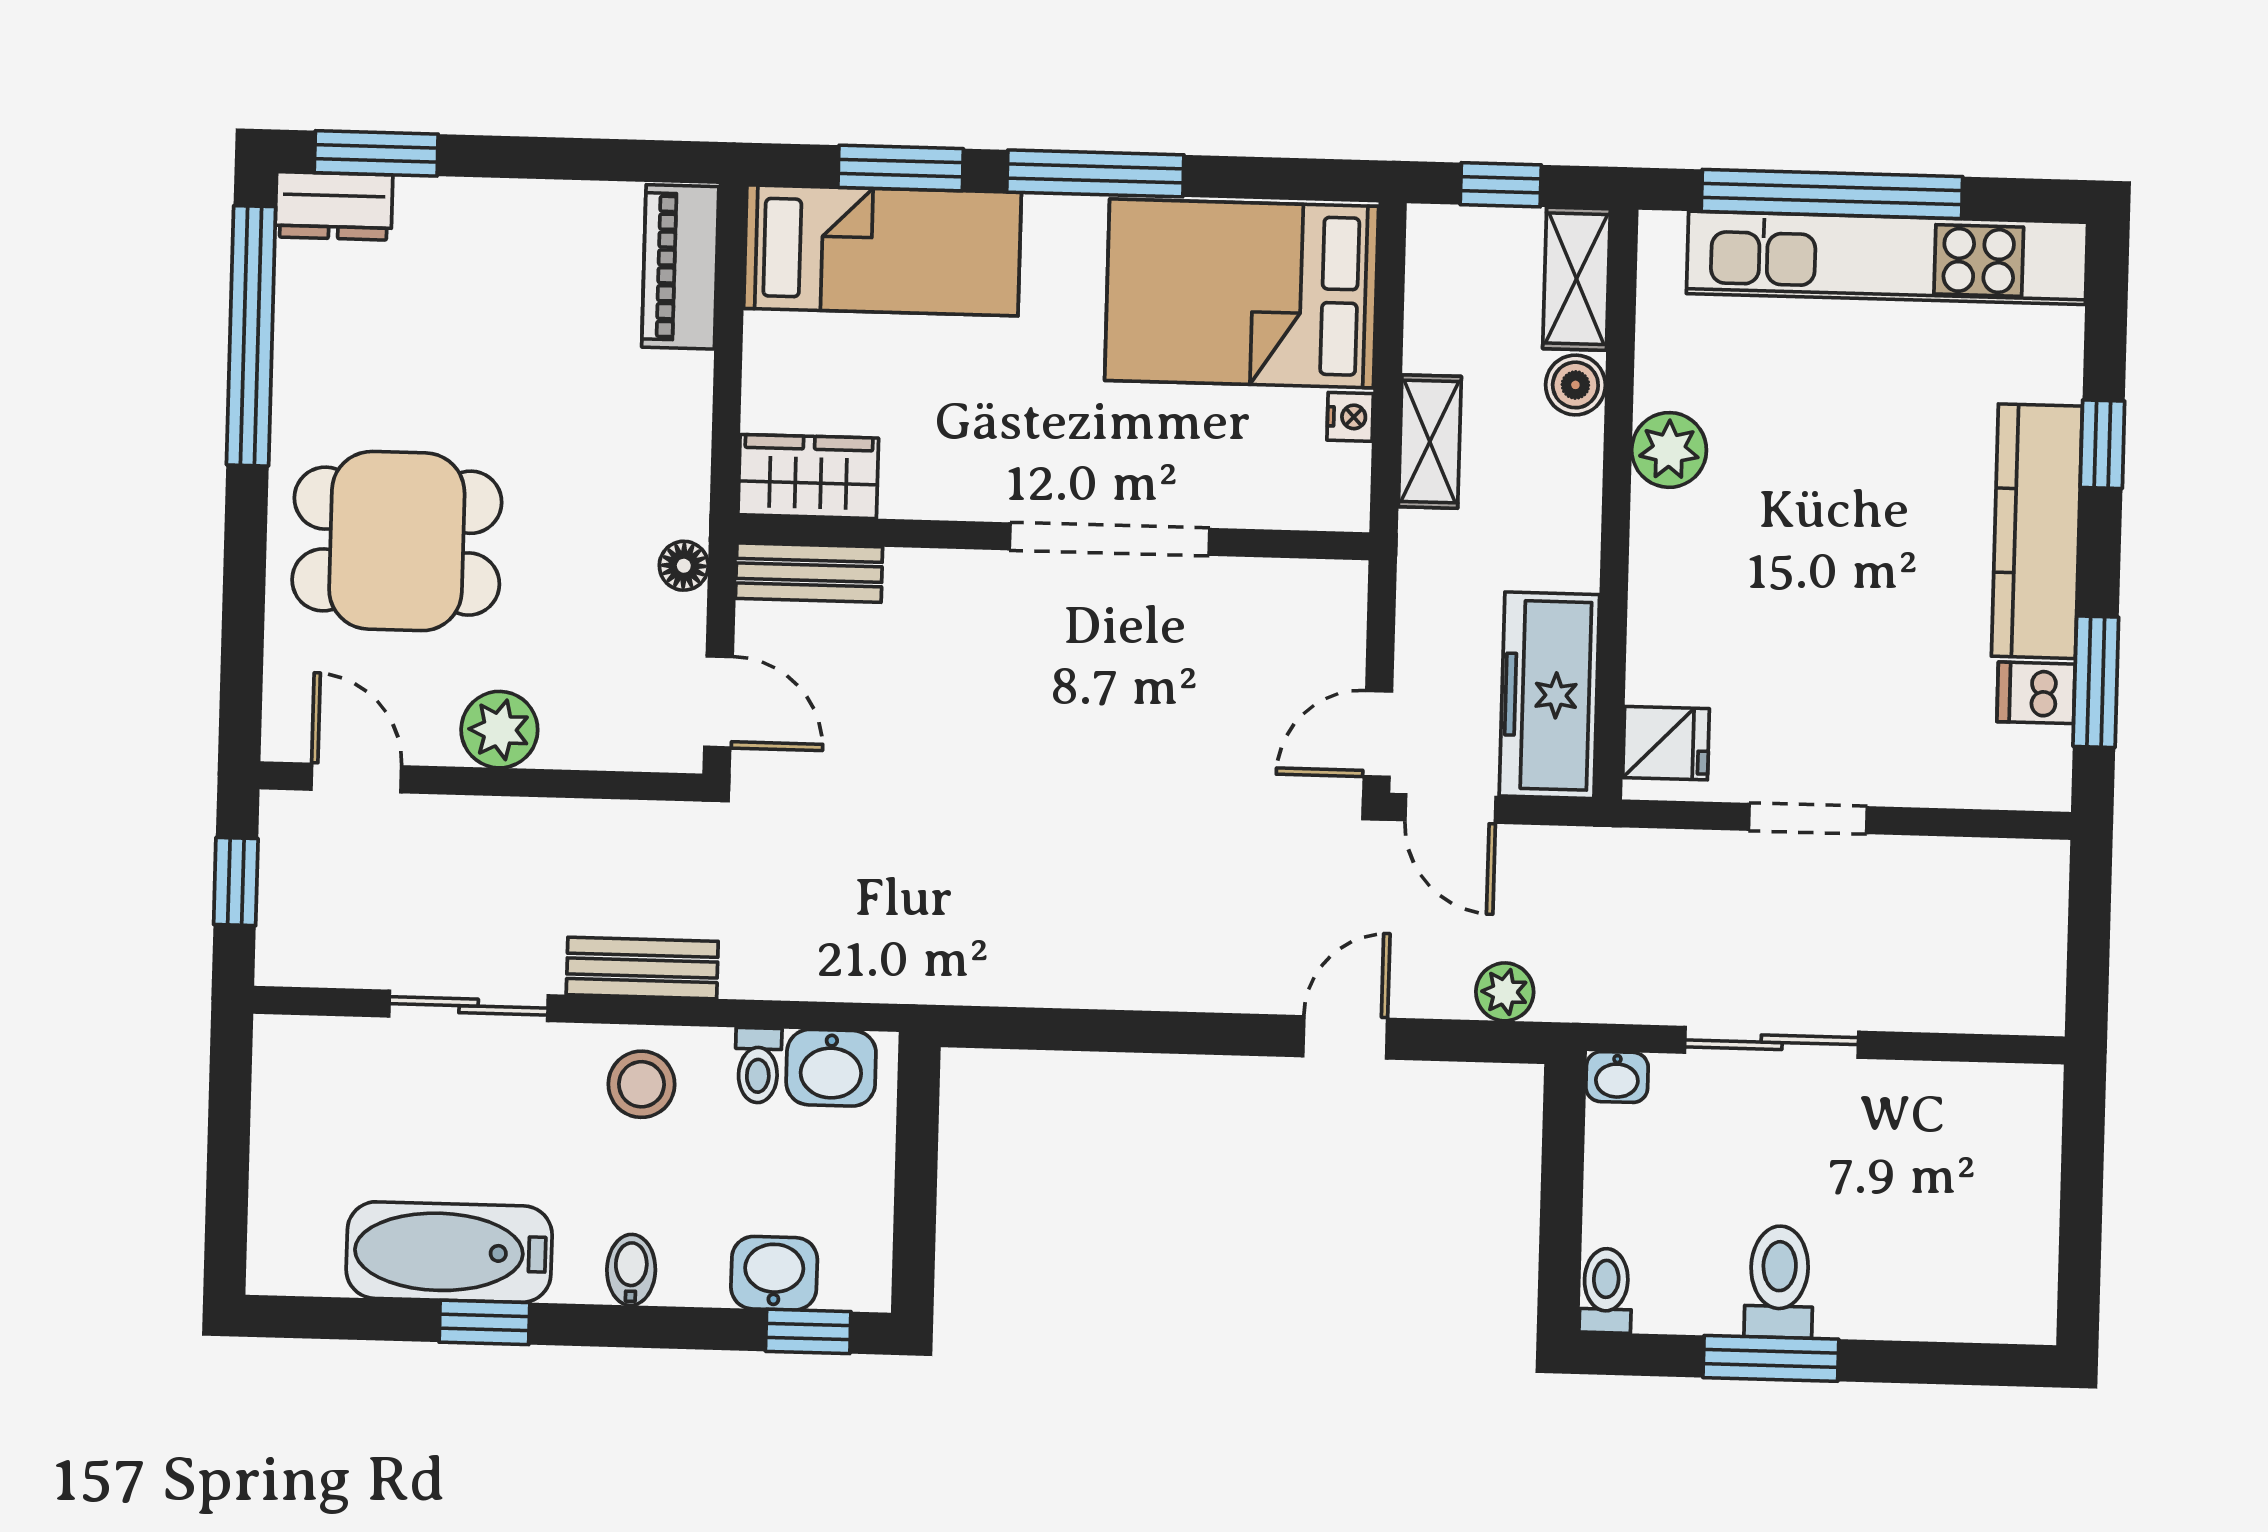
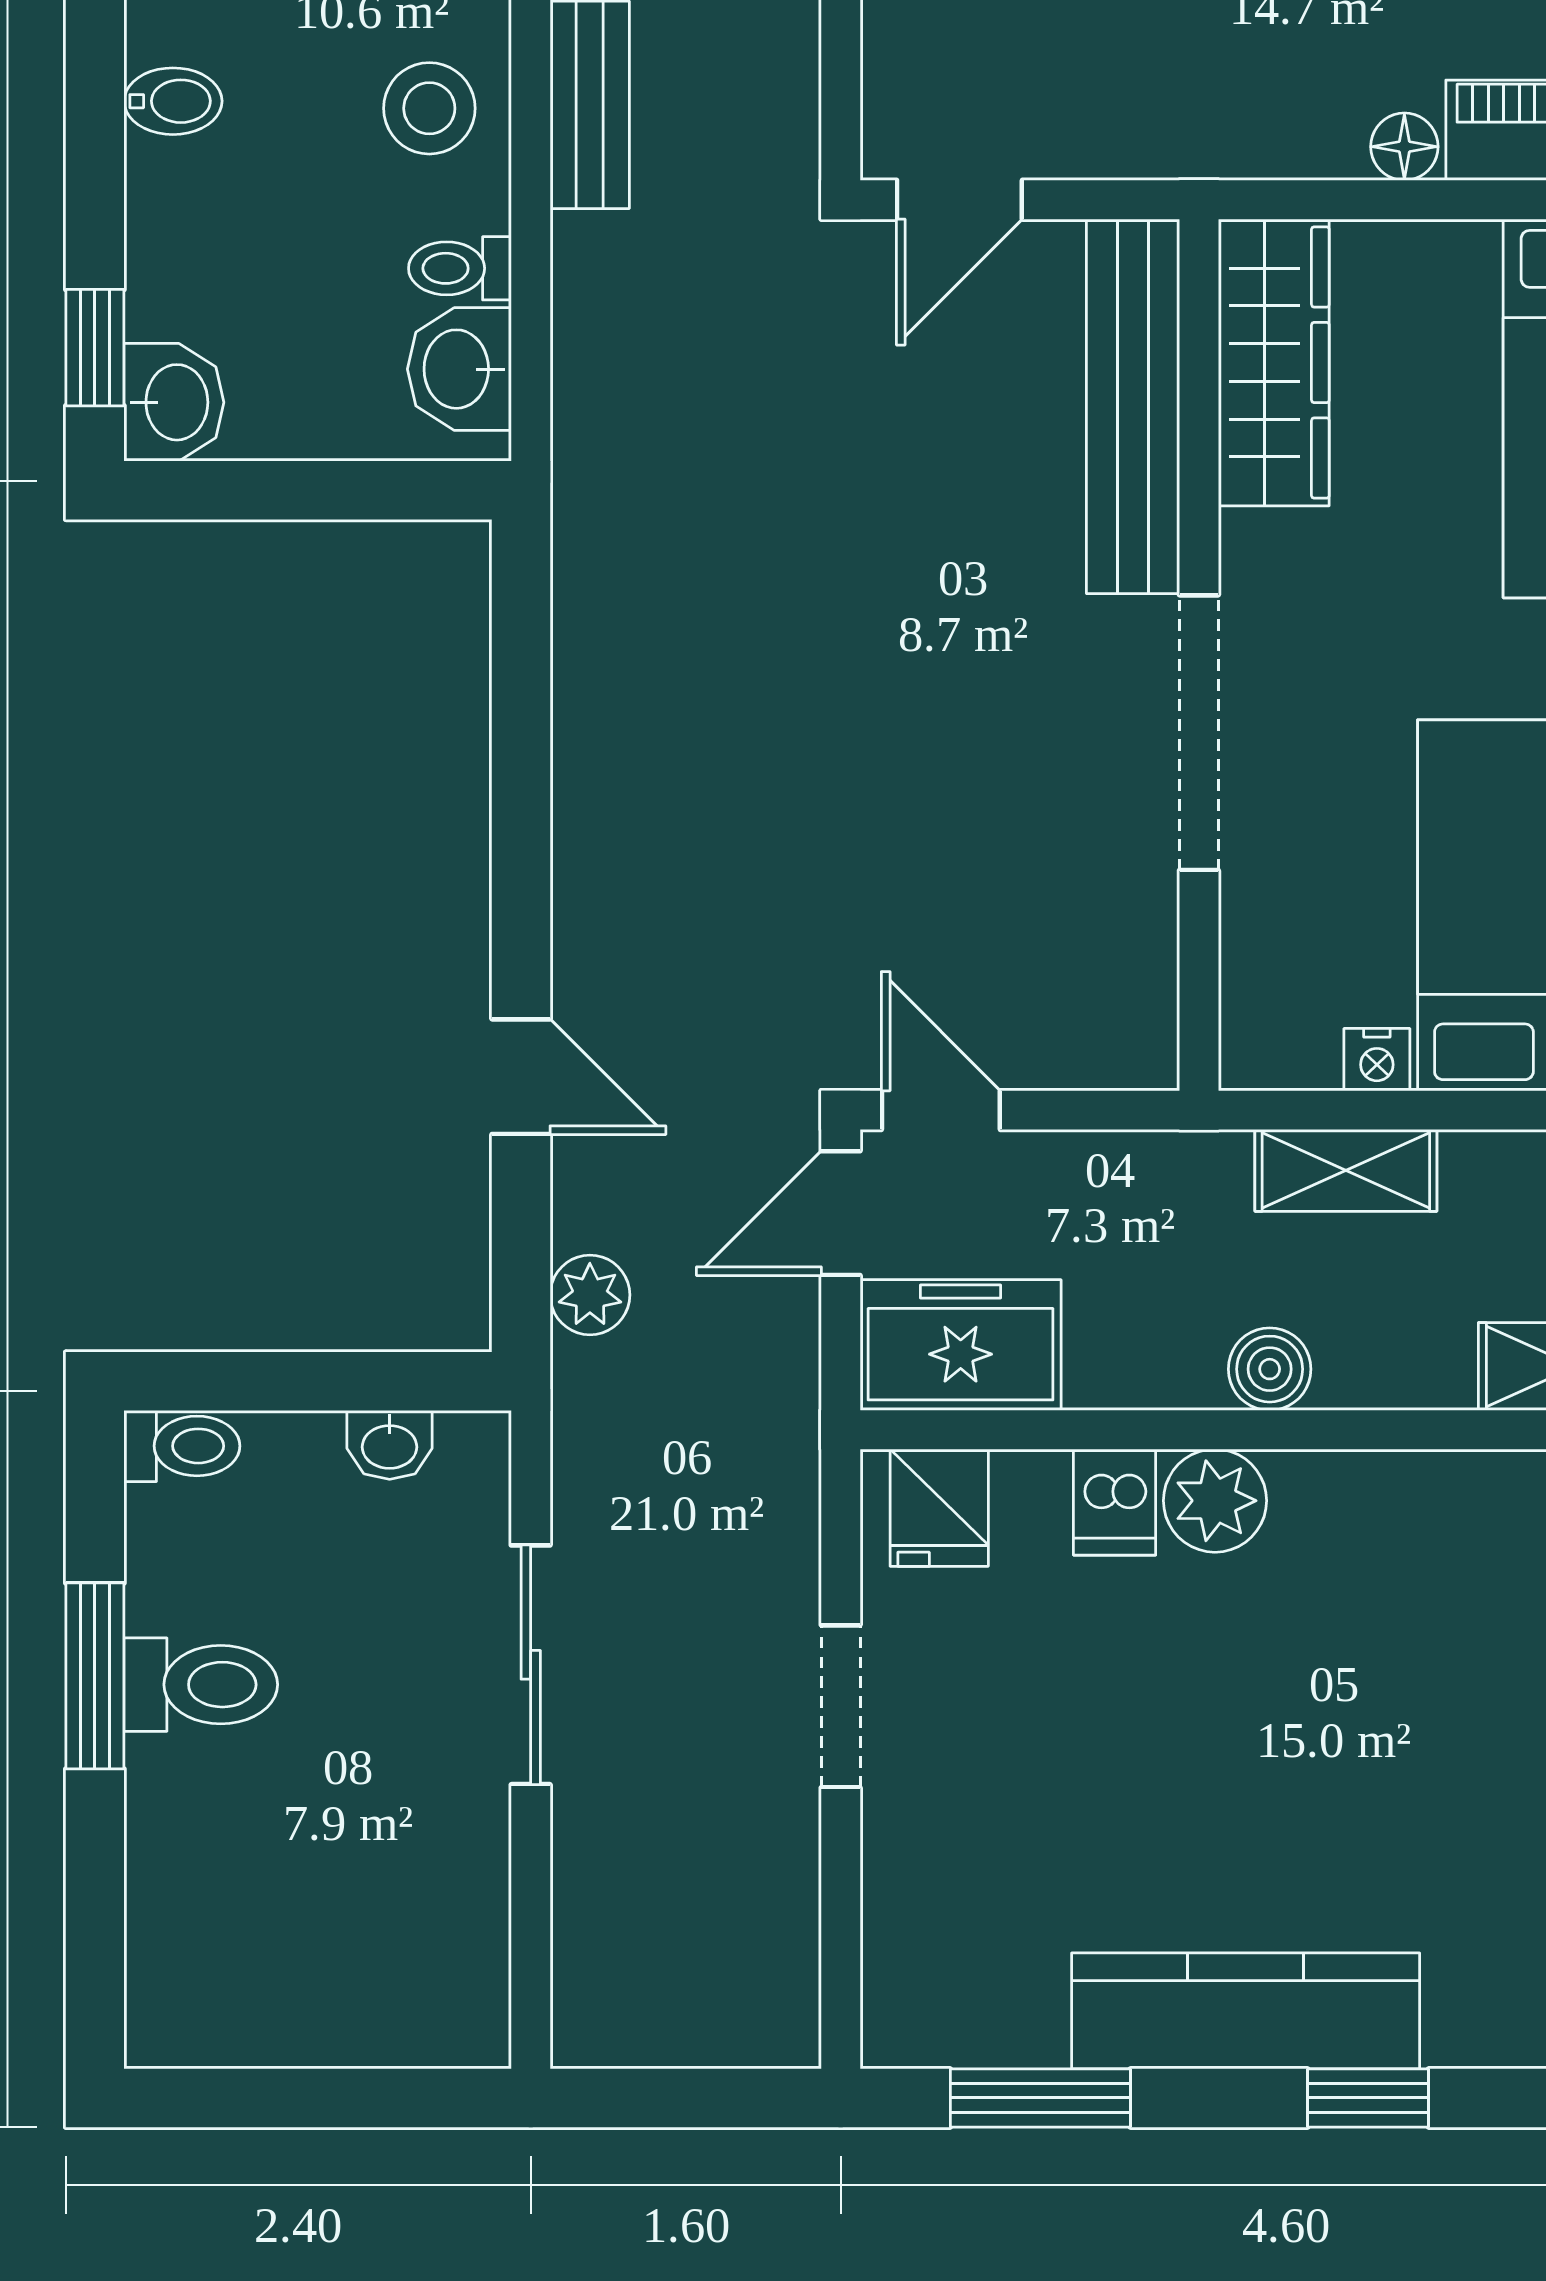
boiler: (1575, 385) -> (1270, 1369), moved
plant: (1669, 450) -> (1215, 1501), moved
wardrobe: (808, 476) -> (1274, 362), width x1.50
floor lamp: (684, 566) -> (1404, 147), moved
bench: (809, 573) -> (1133, 406), width x1.86, depth x1.21
dishwasher: (2036, 693) -> (1115, 1502), moved, turned 180
freezer: (1549, 695) -> (961, 1345), width x0.71
washbasin: (1617, 1077) -> (390, 1445), moved, turned -90
washbasin: (774, 1273) -> (174, 402), moved

